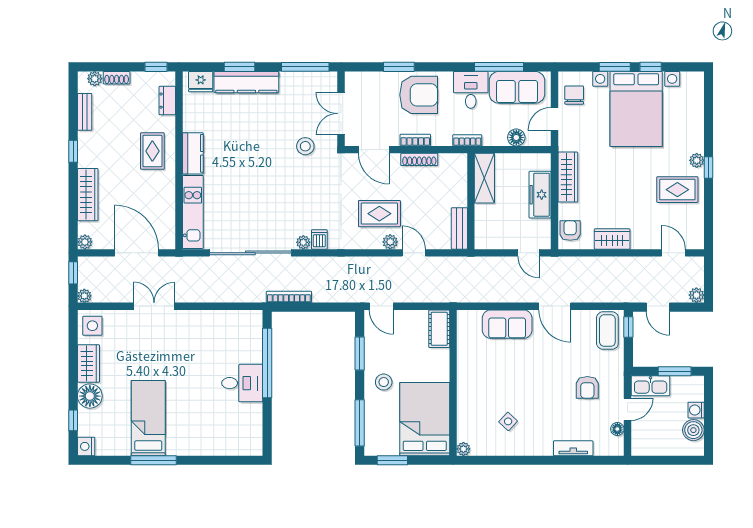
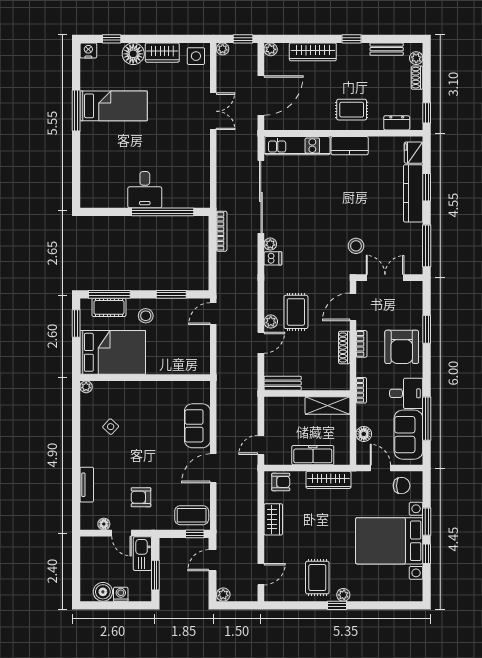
cot: (439, 329) -> (109, 307), moved

